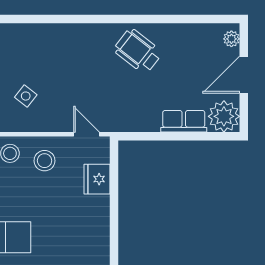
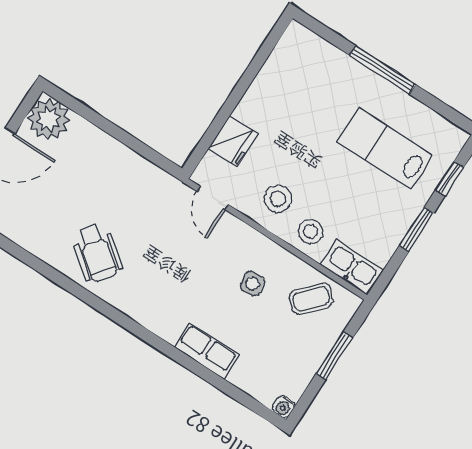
side table: (26, 96) -> (252, 283), turned 45
row of seats: (184, 121) -> (206, 351), moved, turned 180

